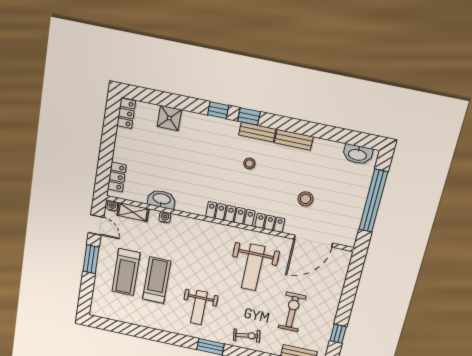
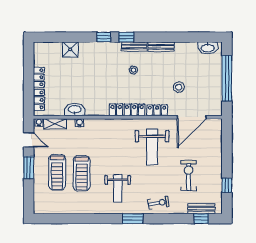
locker: (126, 113) -> (39, 77), moved
treadmill: (157, 280) -> (82, 173), turned 180

